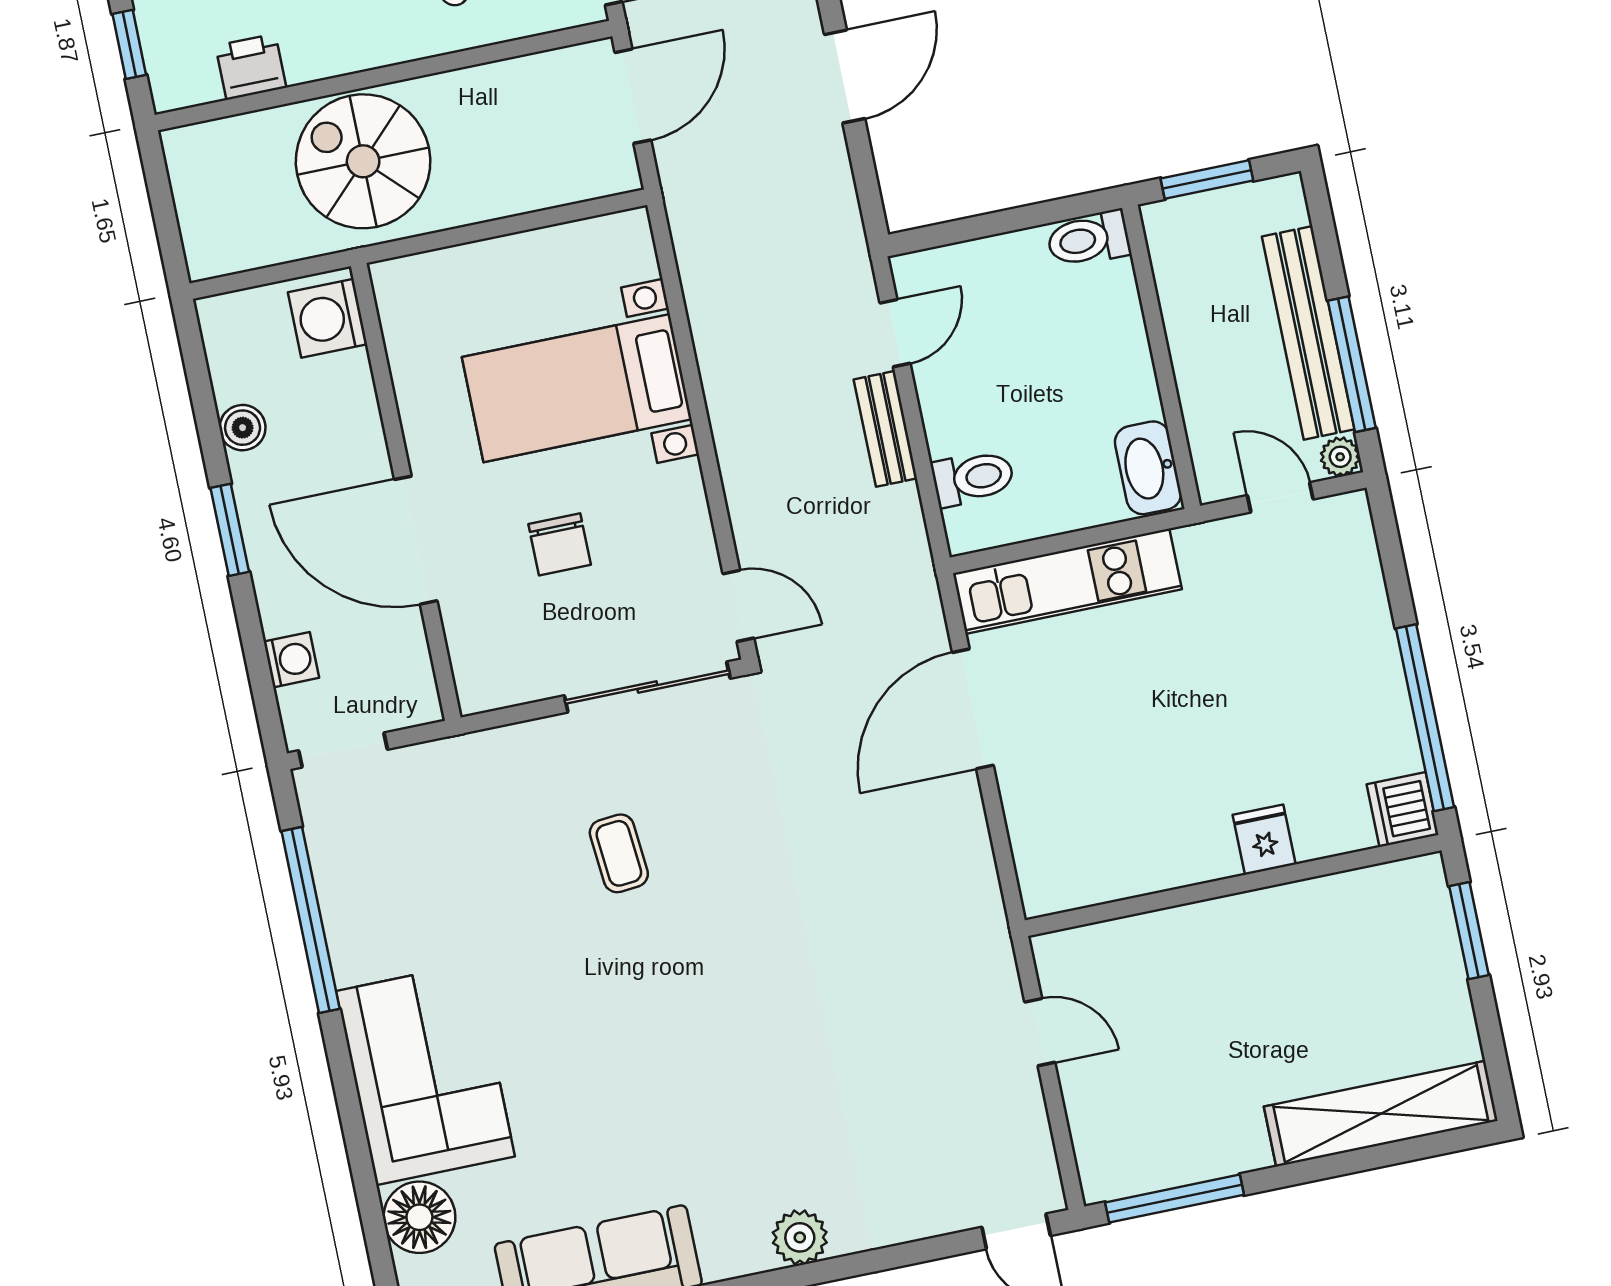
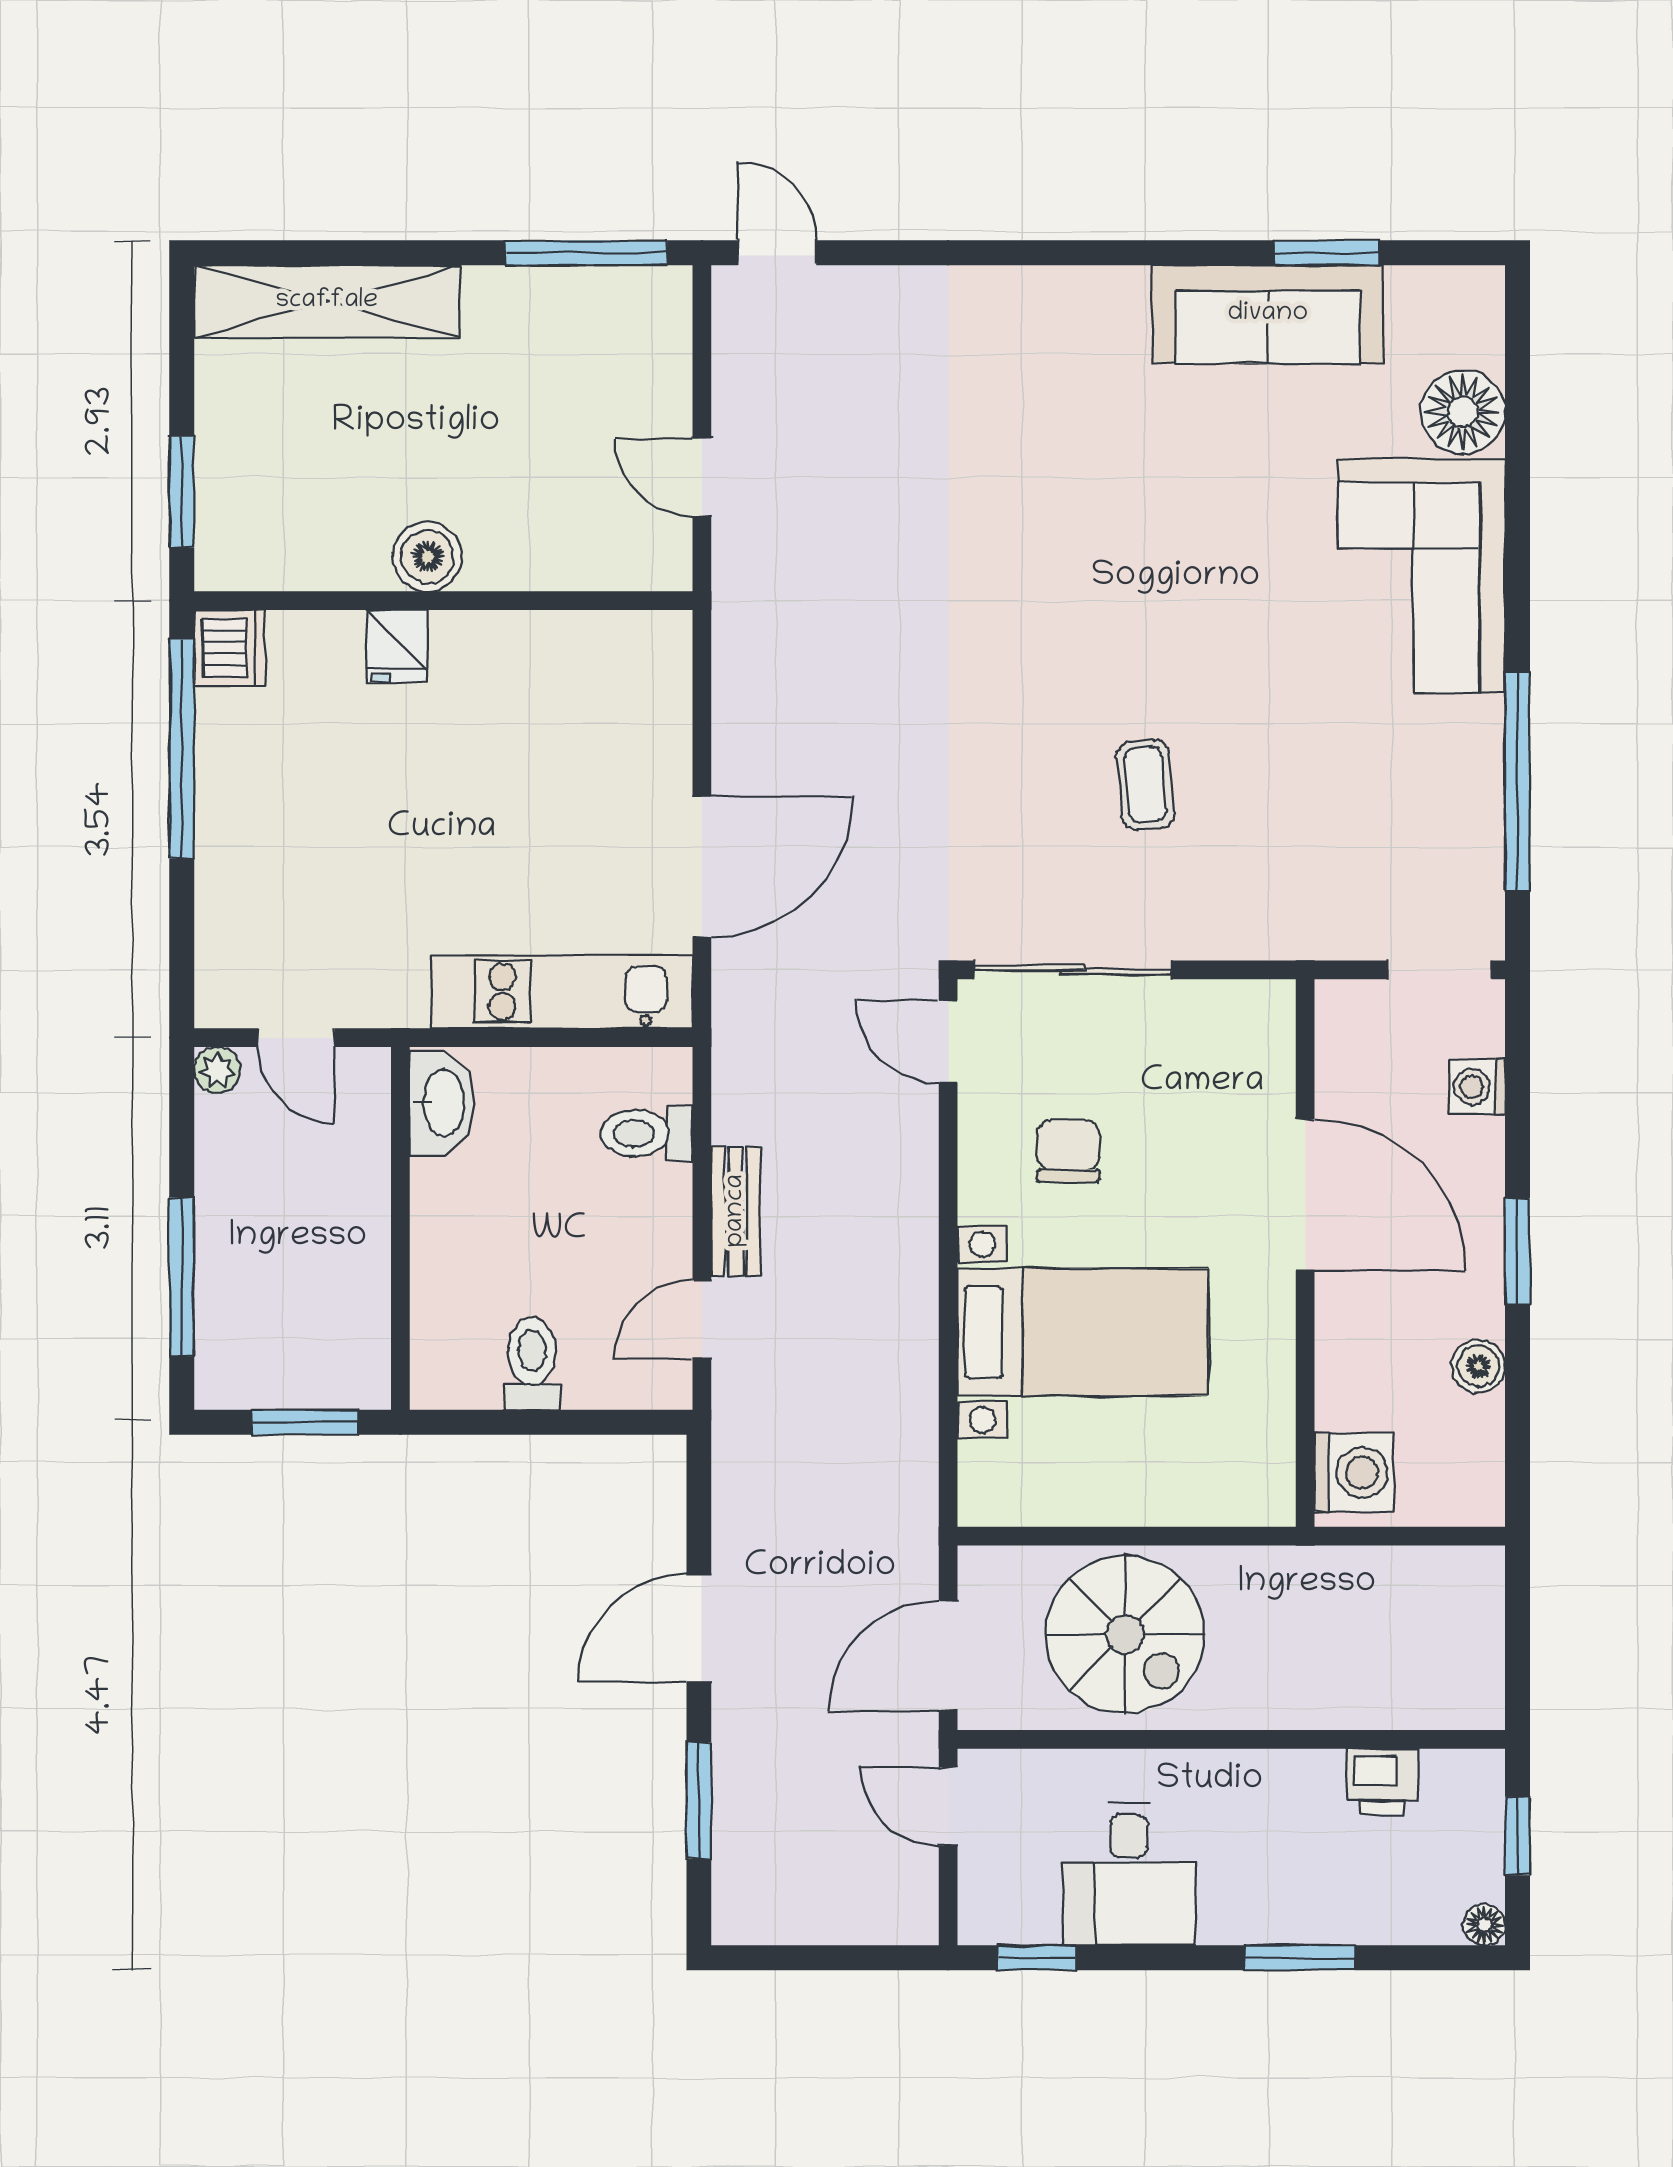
spiral stairs: (363, 161) -> (1125, 1634), moved
toilet: (1088, 239) -> (532, 1364), moved, turned -90
bench: (1308, 333) -> (225, 1221), removed
window: (1352, 364) -> (182, 1277), moved
chair: (560, 544) -> (1068, 1151), moved
boiler: (1254, 919) -> (428, 557), added
plant: (800, 1237) -> (1028, 298), removed

